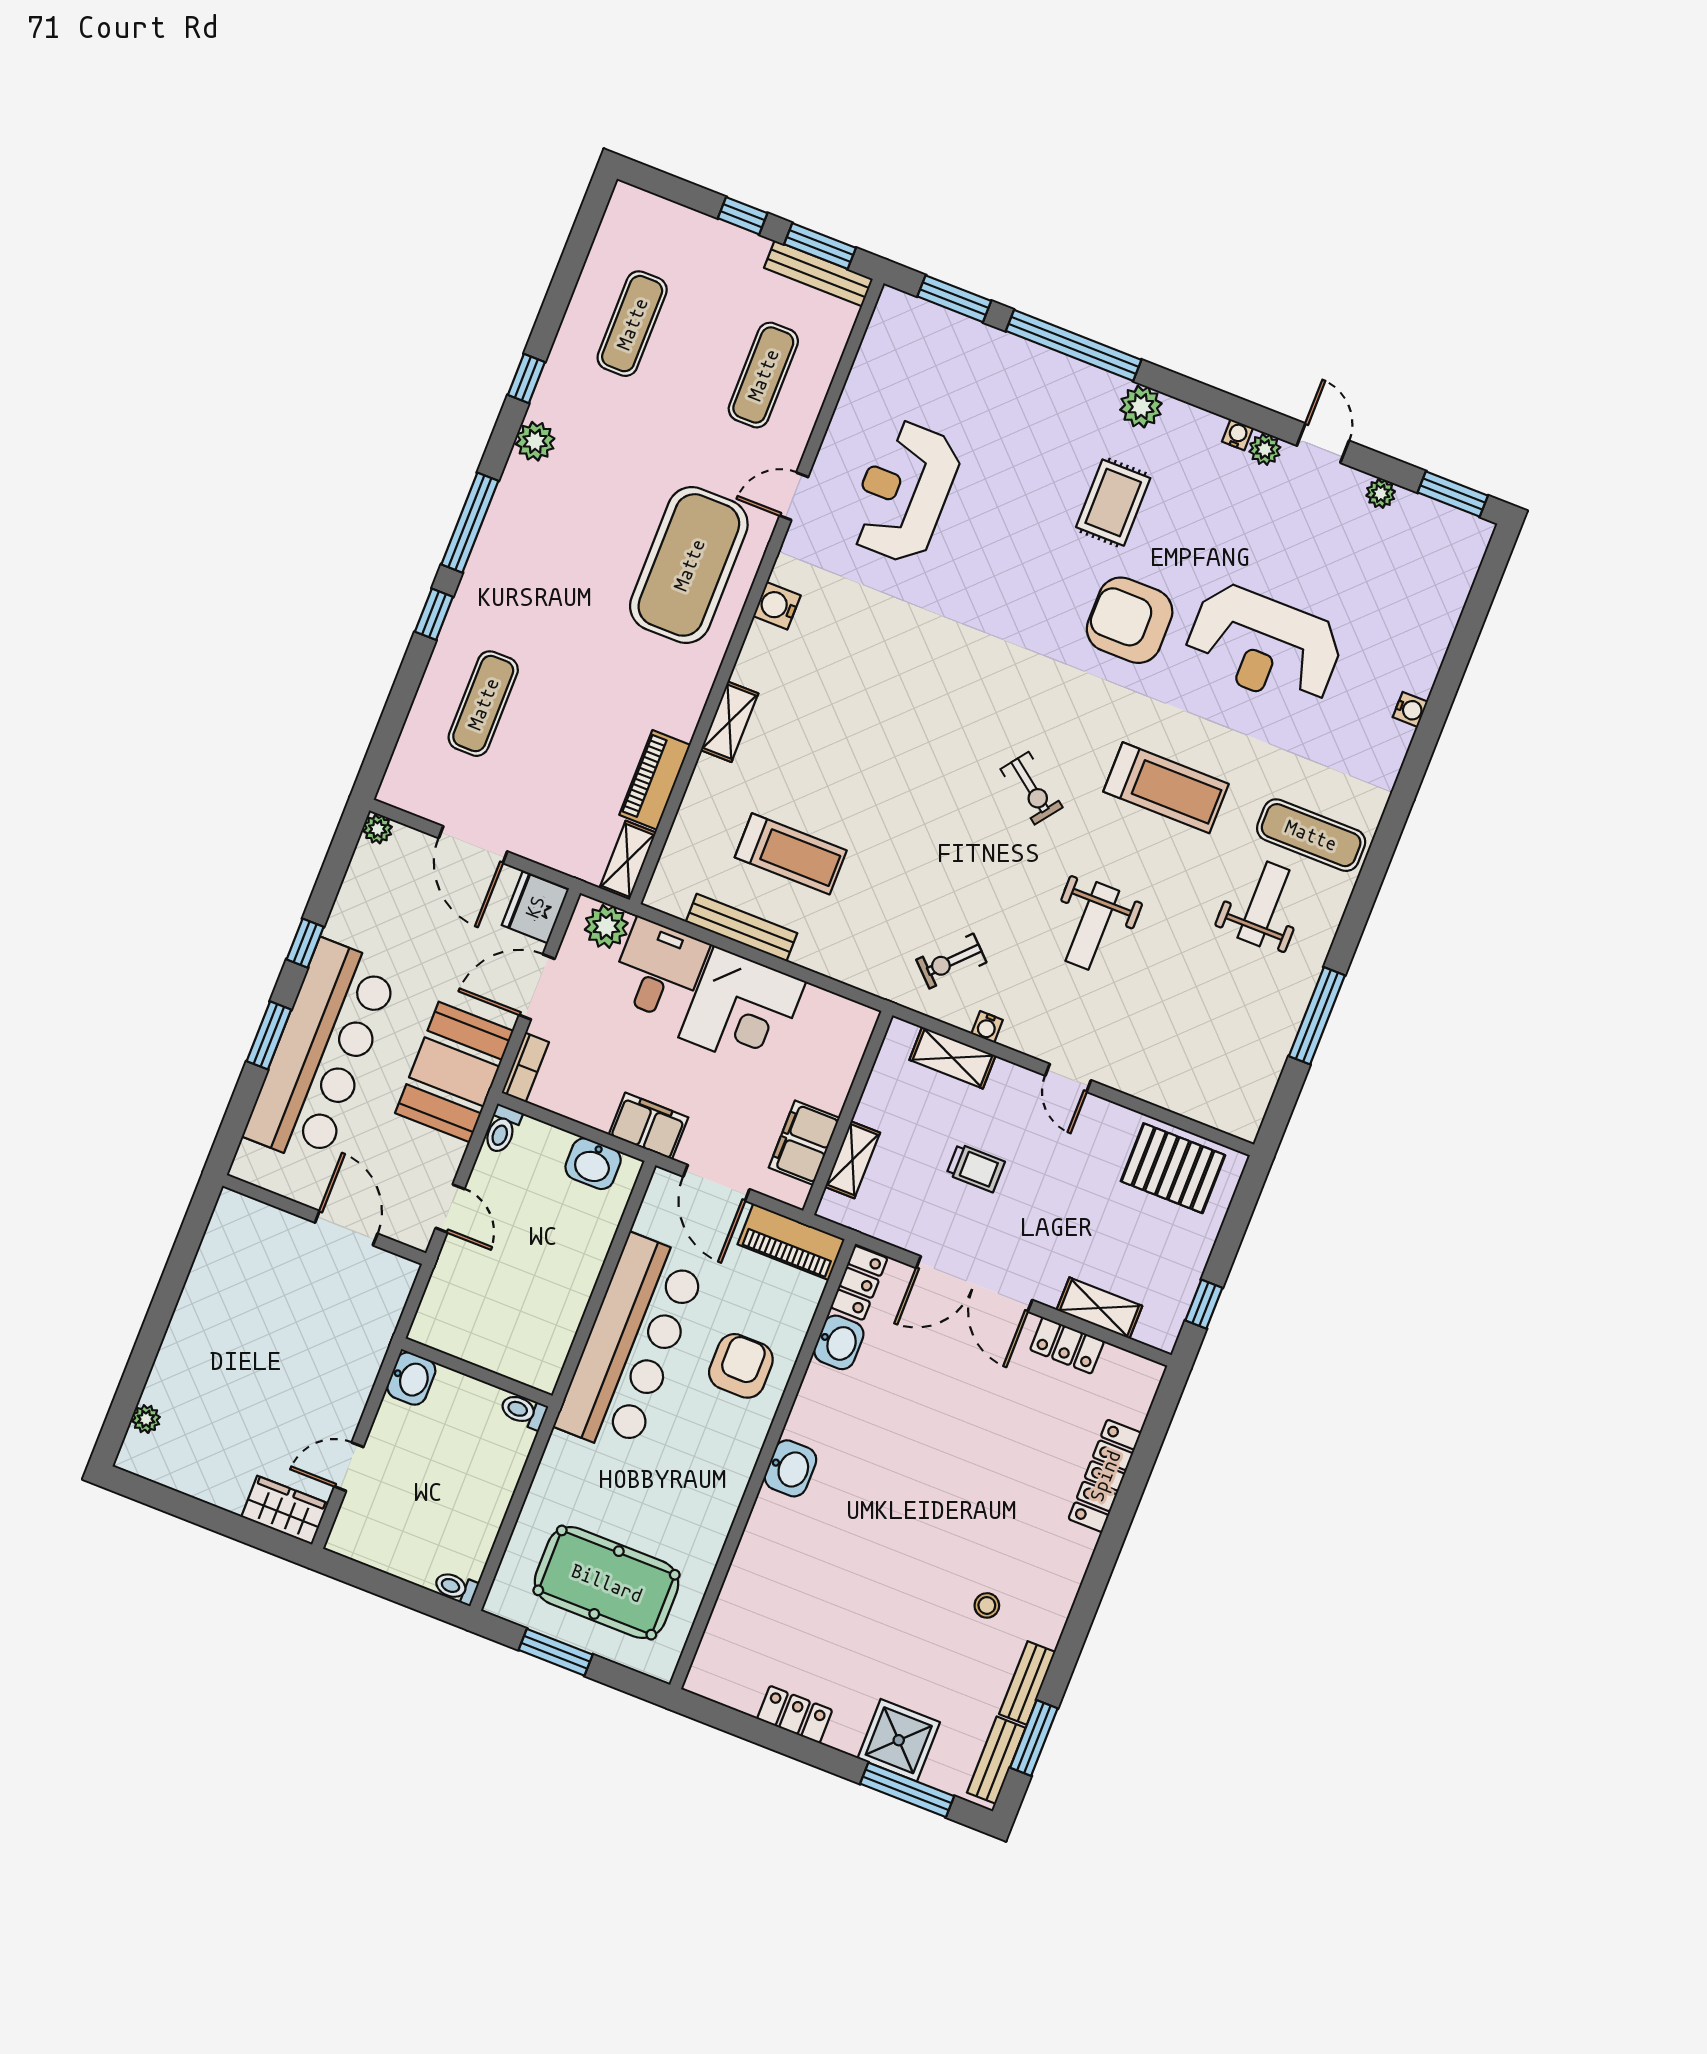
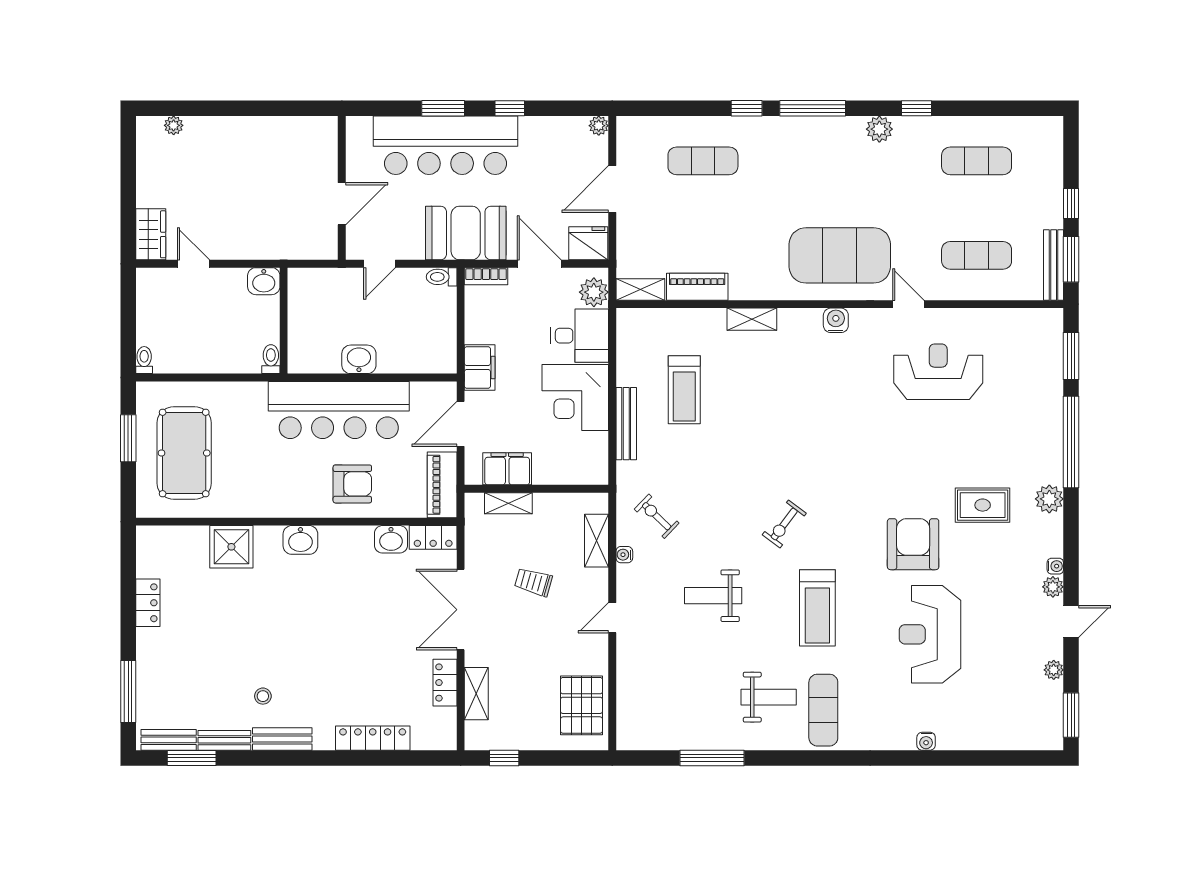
bench: (742, 928) -> (626, 424), moved
washbasin: (593, 1164) -> (359, 359), moved, turned 90
trolley: (976, 1168) -> (533, 582), turned 106
bench: (1057, 1602) -> (282, 739), added
shower: (899, 1740) -> (231, 547), moved

